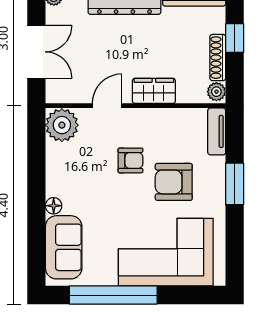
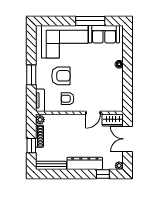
wardrobe: (154, 91) -> (113, 120), moved
plant: (62, 125) -> (115, 103), removed
armchair: (130, 160) -> (68, 99), moved
sofa: (64, 247) -> (104, 34), moved, turned -90
window: (113, 295) -> (90, 21), width x0.68

